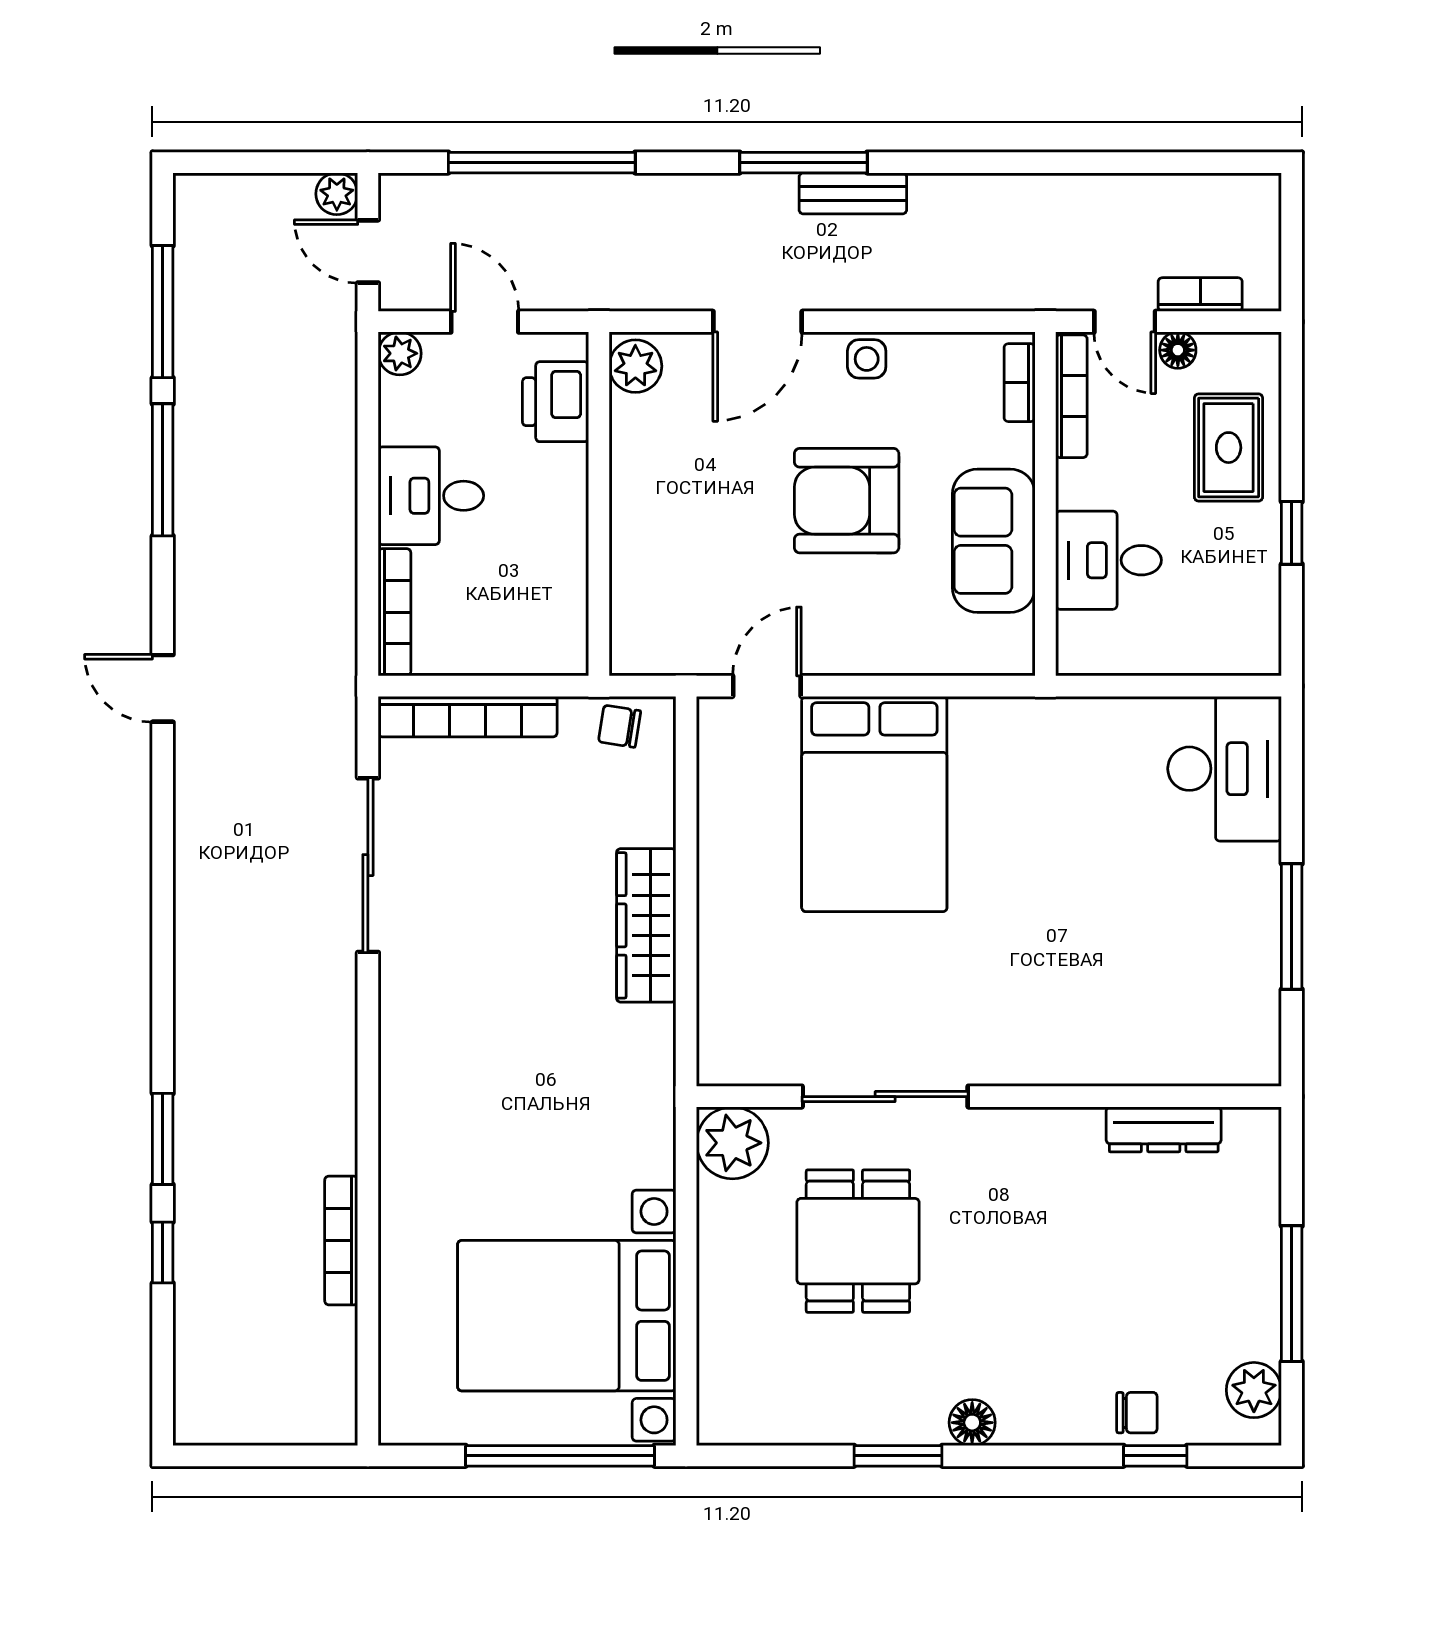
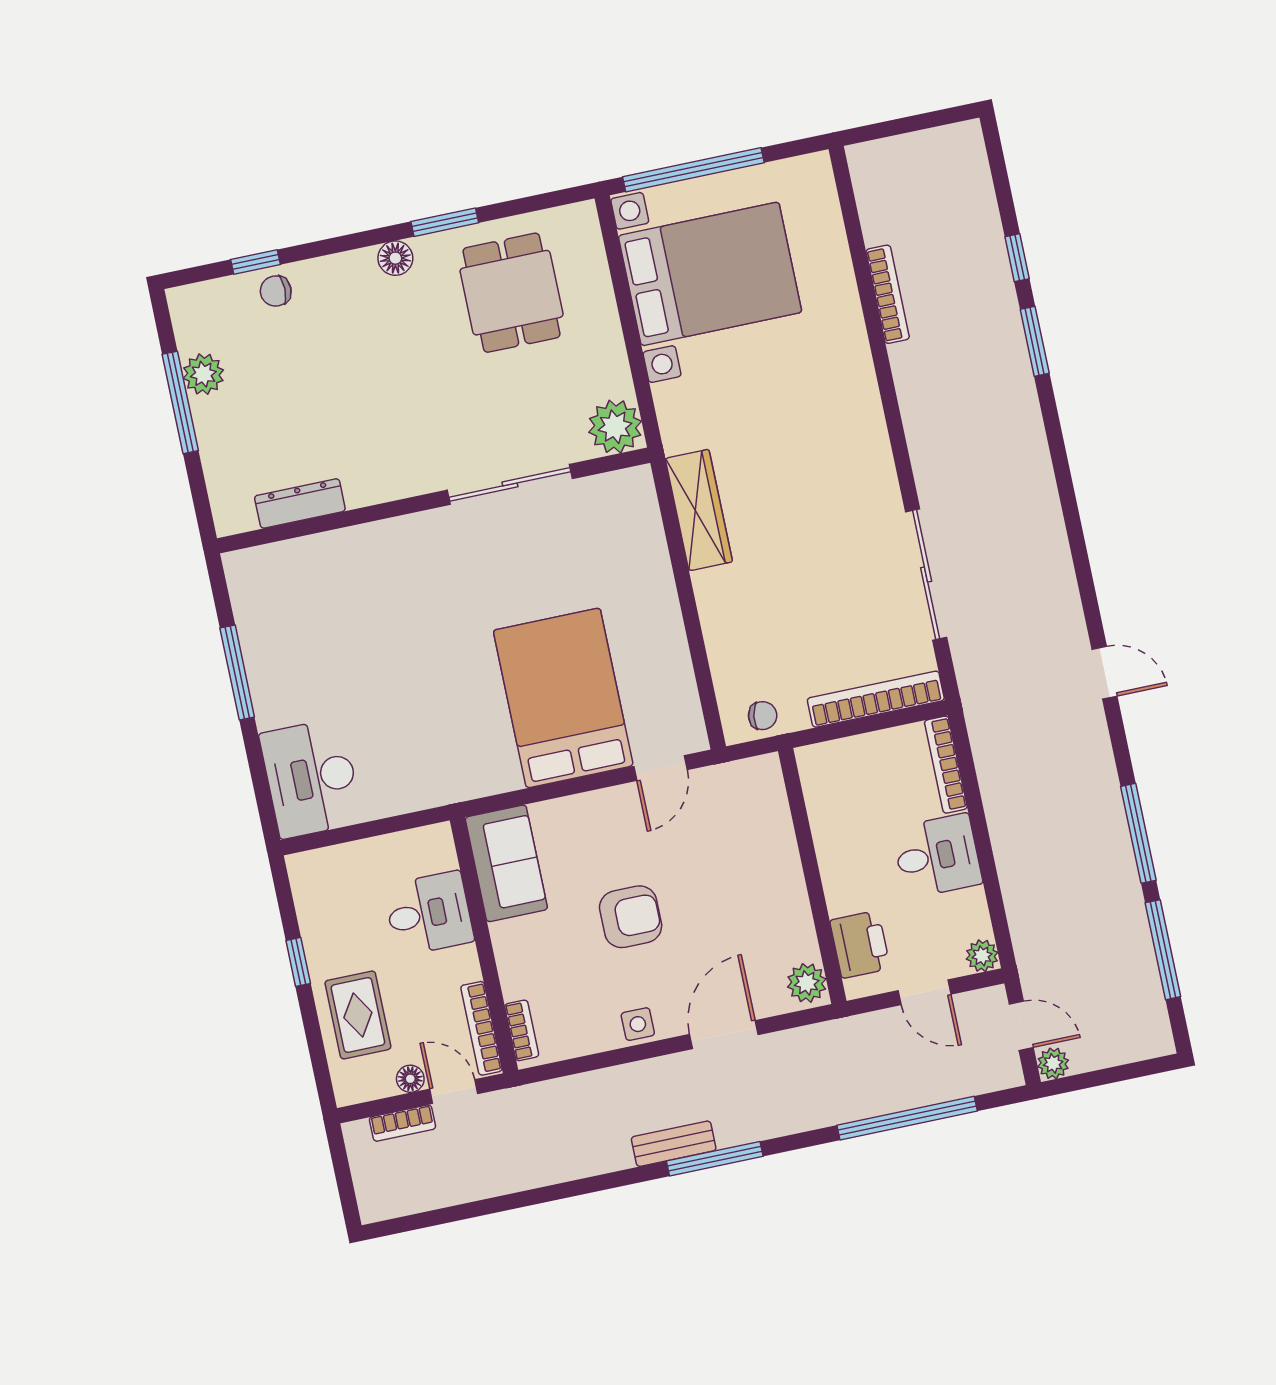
armchair: (847, 501) -> (631, 917), width x0.73, depth x0.73
sofa: (994, 541) -> (506, 863), moved
wardrobe: (646, 925) -> (699, 510), moved
dining table: (858, 1241) -> (512, 293), moved
plant: (1254, 1390) -> (203, 374), moved

